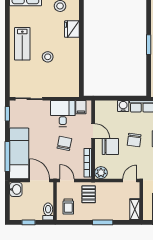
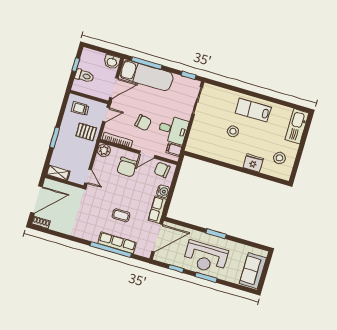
chair: (134, 140) -> (162, 170), moved
toilet: (48, 212) -> (84, 76), moved

